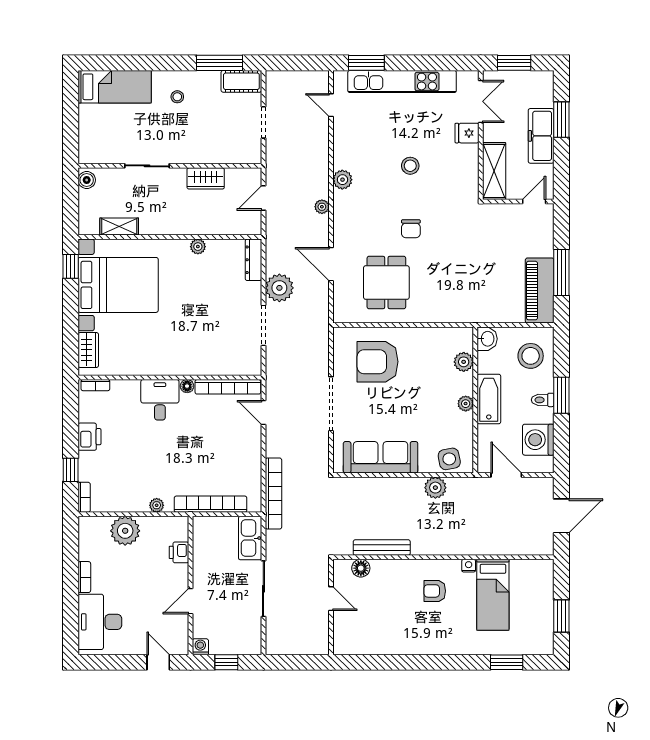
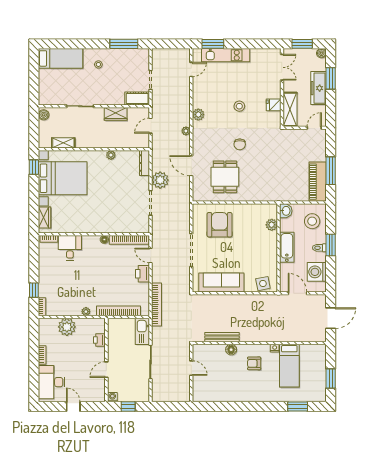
boiler: (546, 78) -> (321, 53), added
cot: (241, 81) -> (137, 98), moved
kitchen unit: (402, 82) -> (226, 55), width x0.73
door: (331, 105) -> (191, 70), swing flipped
fridge: (467, 133) -> (274, 105), moved
armchair: (377, 362) -> (220, 225), turned 90
desk: (160, 400) -> (70, 248), moved
plant: (466, 404) -> (273, 250), removed
printer: (89, 437) -> (143, 274), moved, turned 180
plant: (435, 488) -> (255, 301), removed
floor lamp: (361, 568) -> (231, 350), moved
door: (158, 662) -> (73, 407), moved

